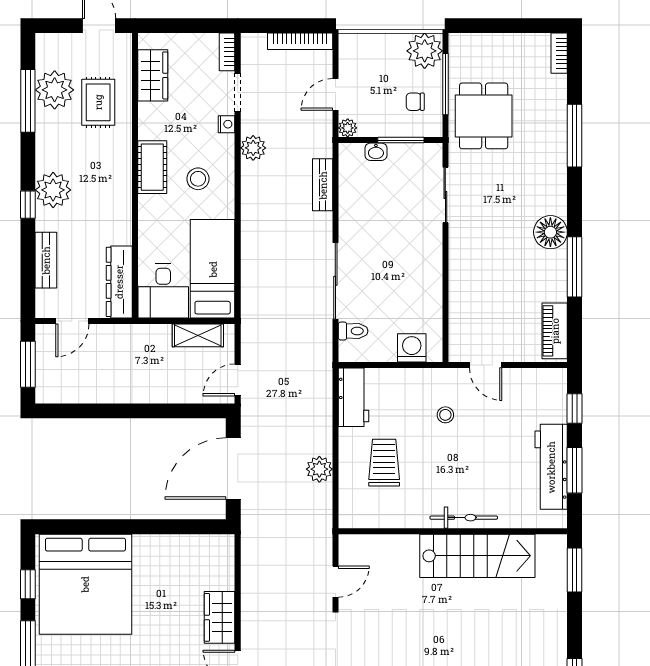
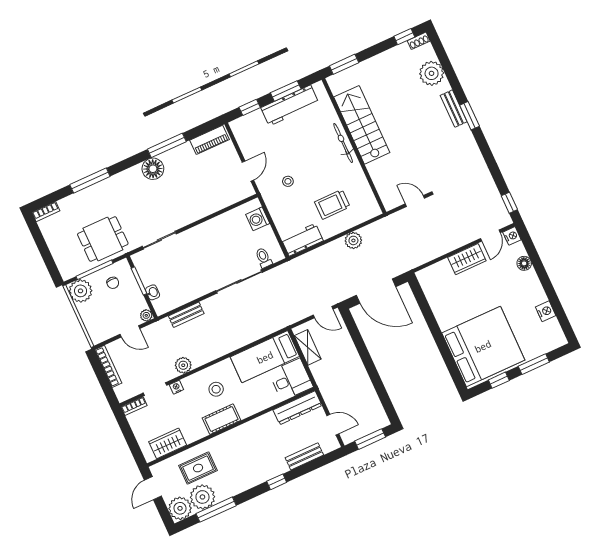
plant: (53, 190) -> (180, 508), moved

